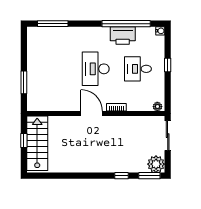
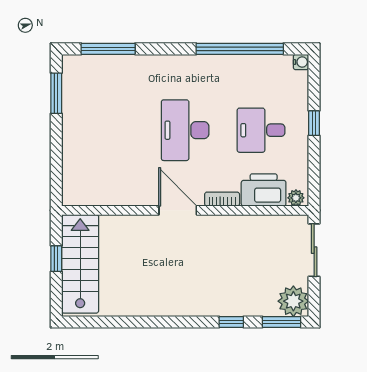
printer: (123, 36) -> (264, 190), moved, turned 180
window: (24, 82) -> (56, 93), moved

